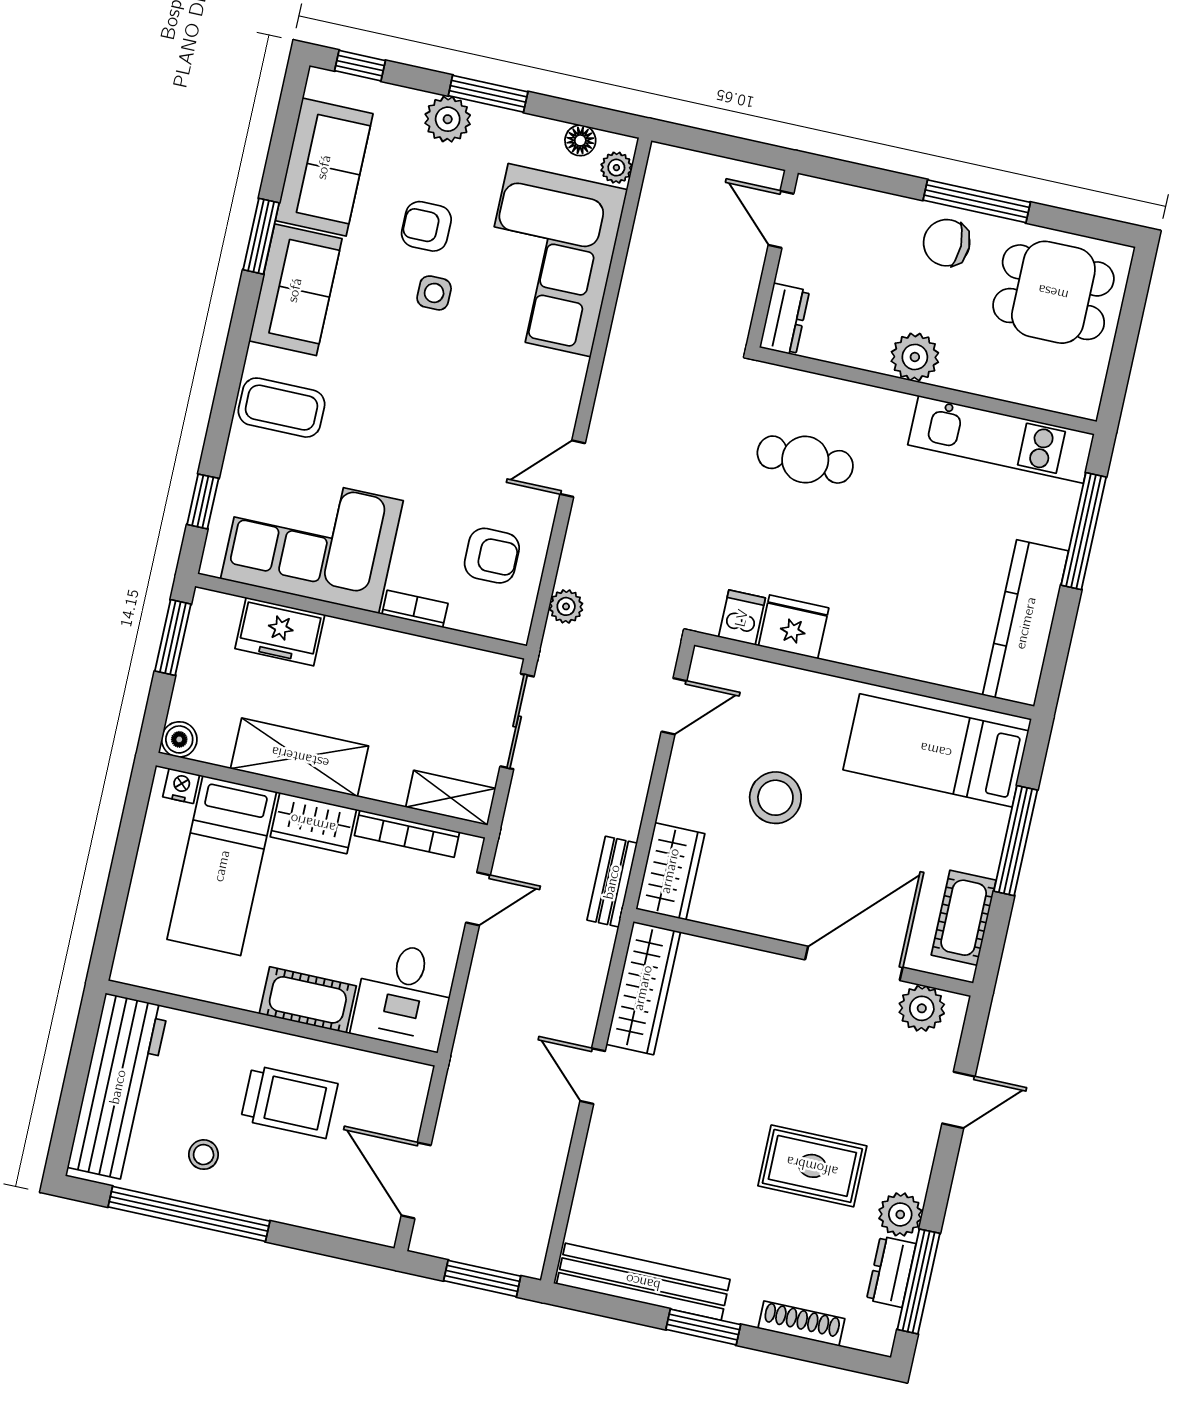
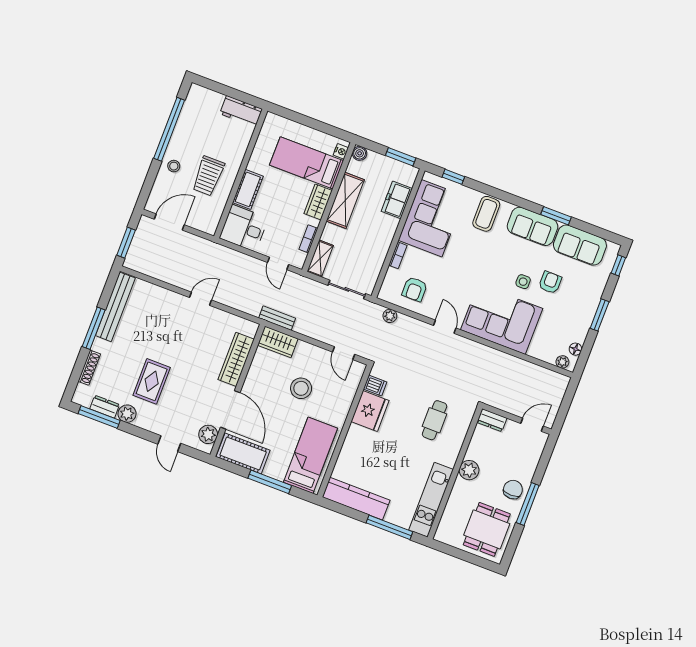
plant: (448, 119) -> (592, 297), removed
corner sofa: (550, 260) -> (502, 319), moved
fridge: (794, 627) -> (370, 411), width x1.36, depth x1.34
bookcase: (407, 834) -> (308, 239), width x0.64
cot: (964, 918) -> (243, 453), width x1.37, depth x1.34
wardrobe: (643, 988) -> (236, 359), moved, turned 90
workbench: (118, 1087) -> (241, 111), width x0.53, depth x0.76
stool: (204, 1155) -> (174, 166), moved
window: (703, 1327) -> (94, 328), width x1.44

